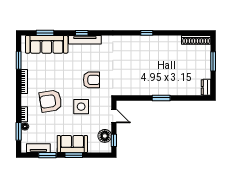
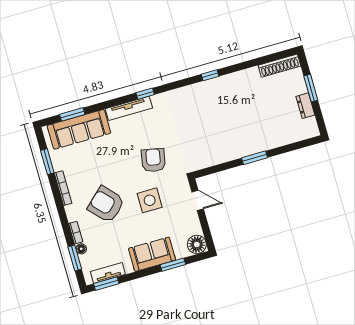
window: (82, 33) -> (145, 94), moved
armchair: (91, 80) -> (153, 160), turned -79
dresser: (206, 87) -> (305, 106), moved
armchair: (51, 101) -> (106, 204), turned 56
floor lamp: (105, 136) -> (197, 244), moved
window: (114, 140) -> (207, 233), removed
window: (47, 155) -> (106, 284), moved
window: (74, 155) -> (173, 265), moved

